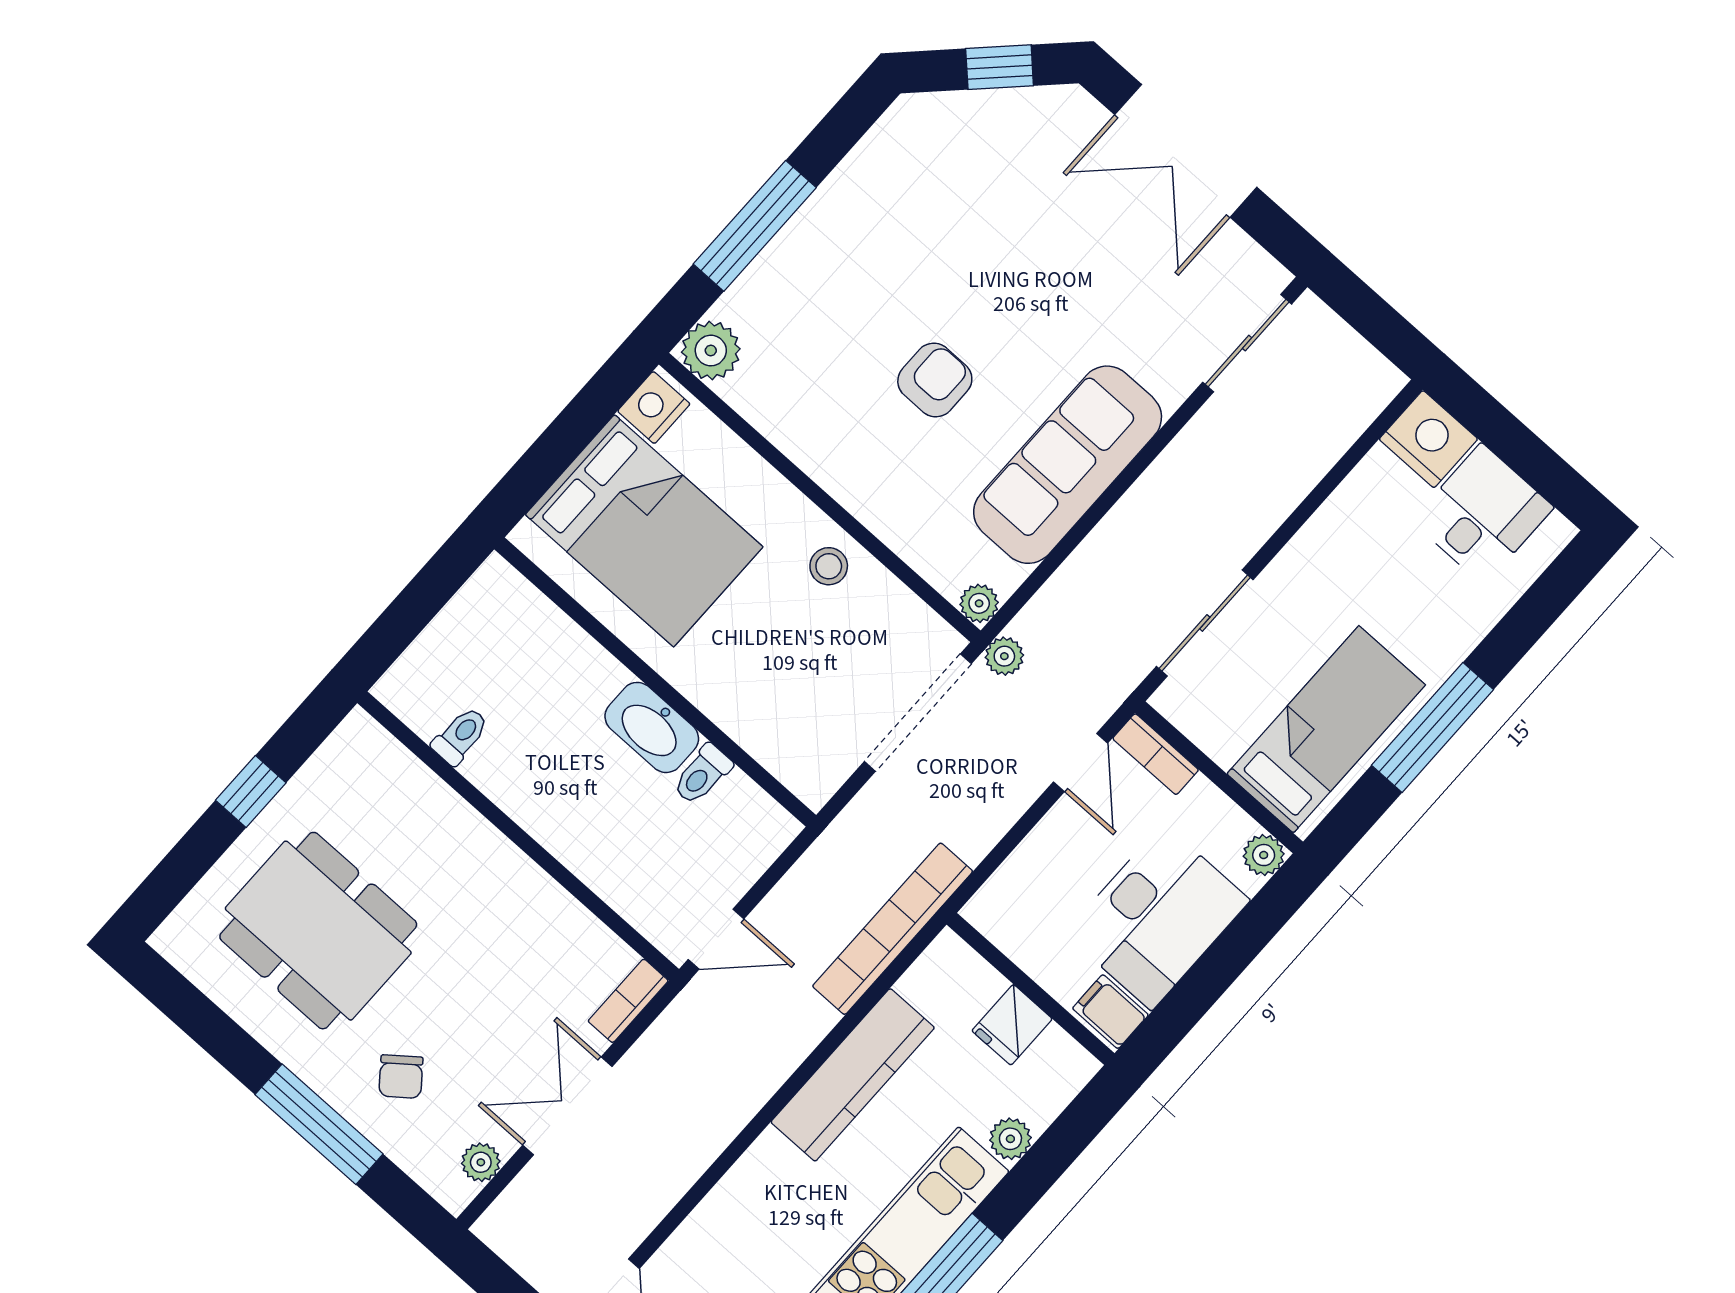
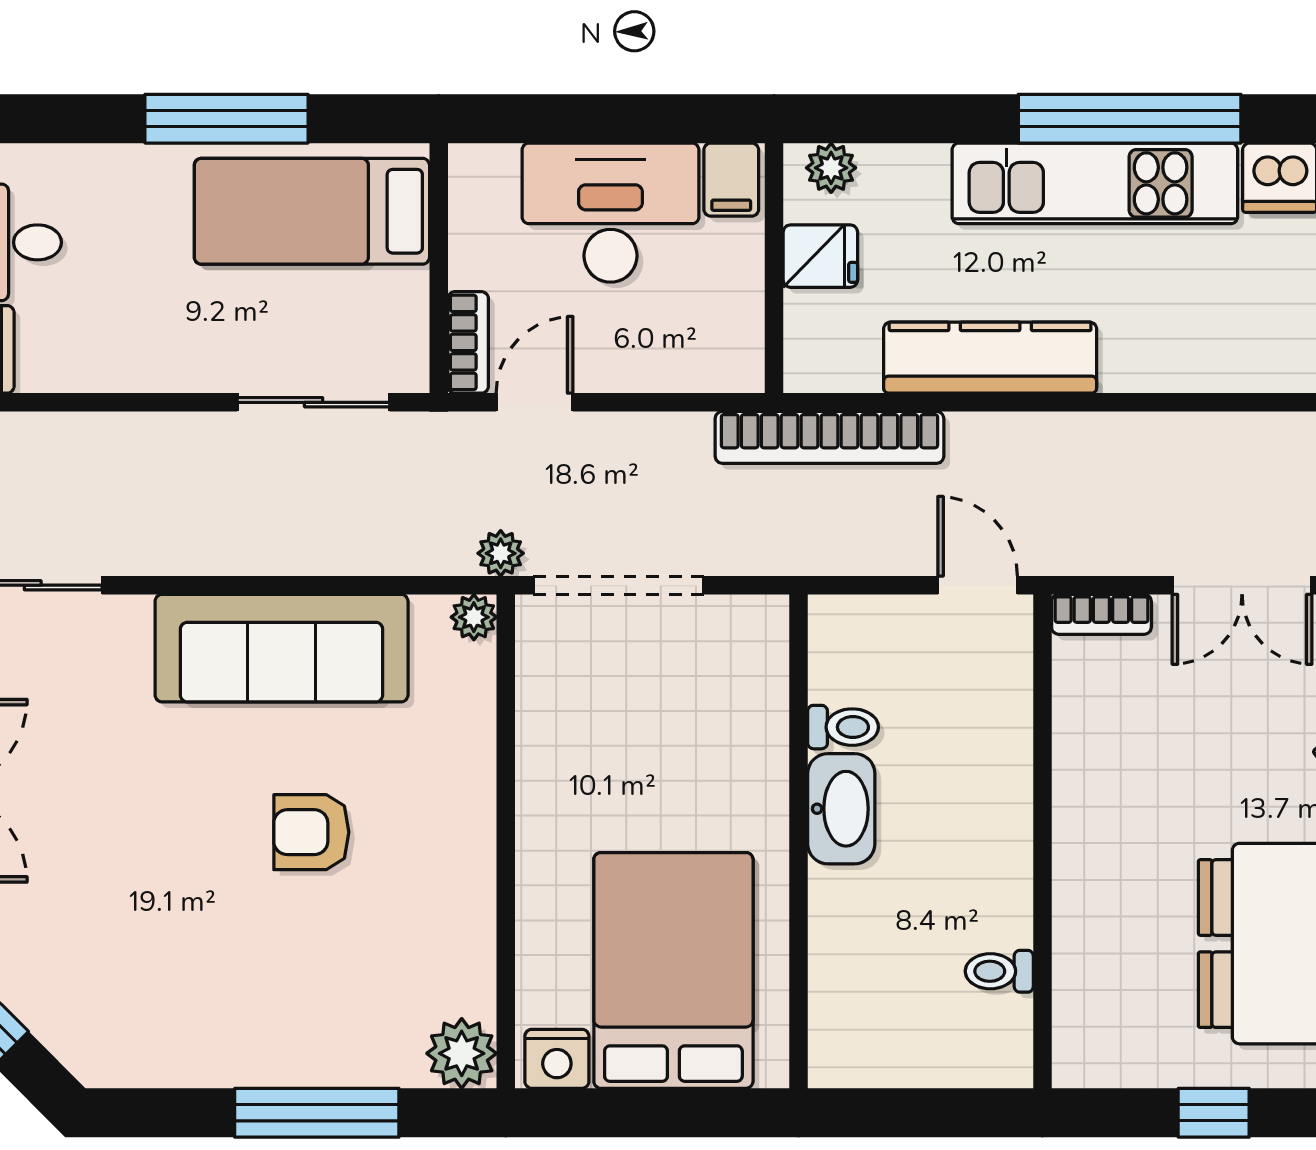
stool: (829, 566) -> (559, 779), removed
plant: (1264, 855) -> (472, 167), removed
plant: (1010, 1139) -> (831, 168), moved

